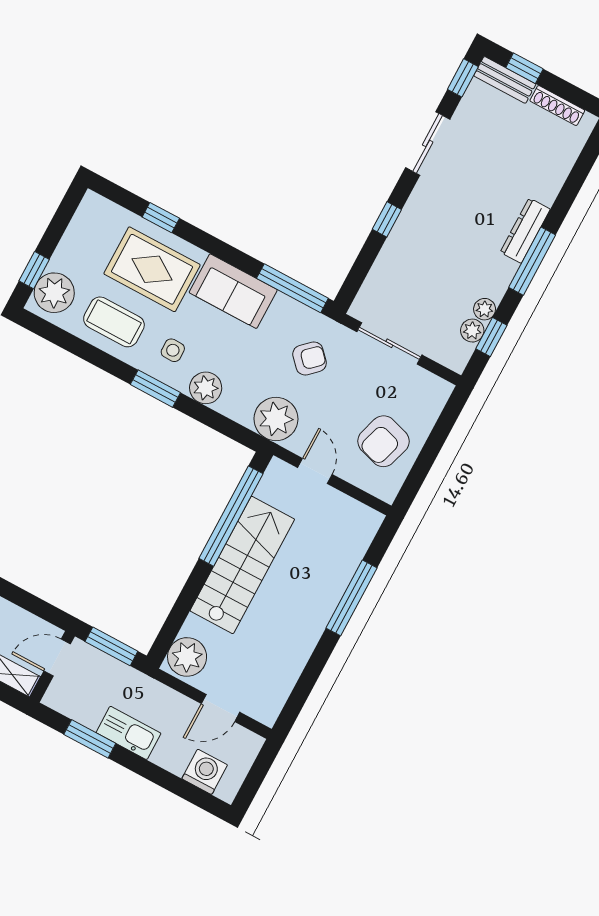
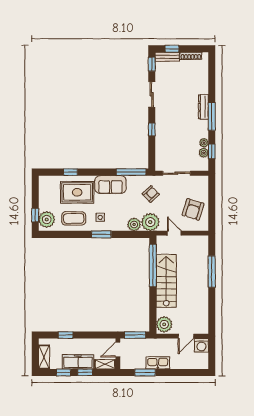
plant: (206, 388) -> (134, 224), moved
washing machine: (205, 772) -> (201, 345), moved, turned 180

